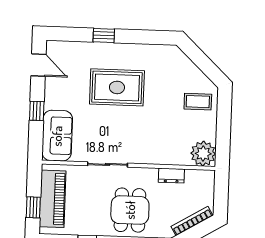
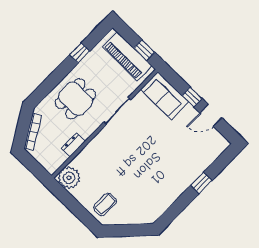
door: (38, 65) -> (211, 115), moved
rug: (117, 87) -> (161, 161), removed
window: (33, 207) -> (144, 50), moved
dining table: (130, 210) -> (75, 99), turned 90

